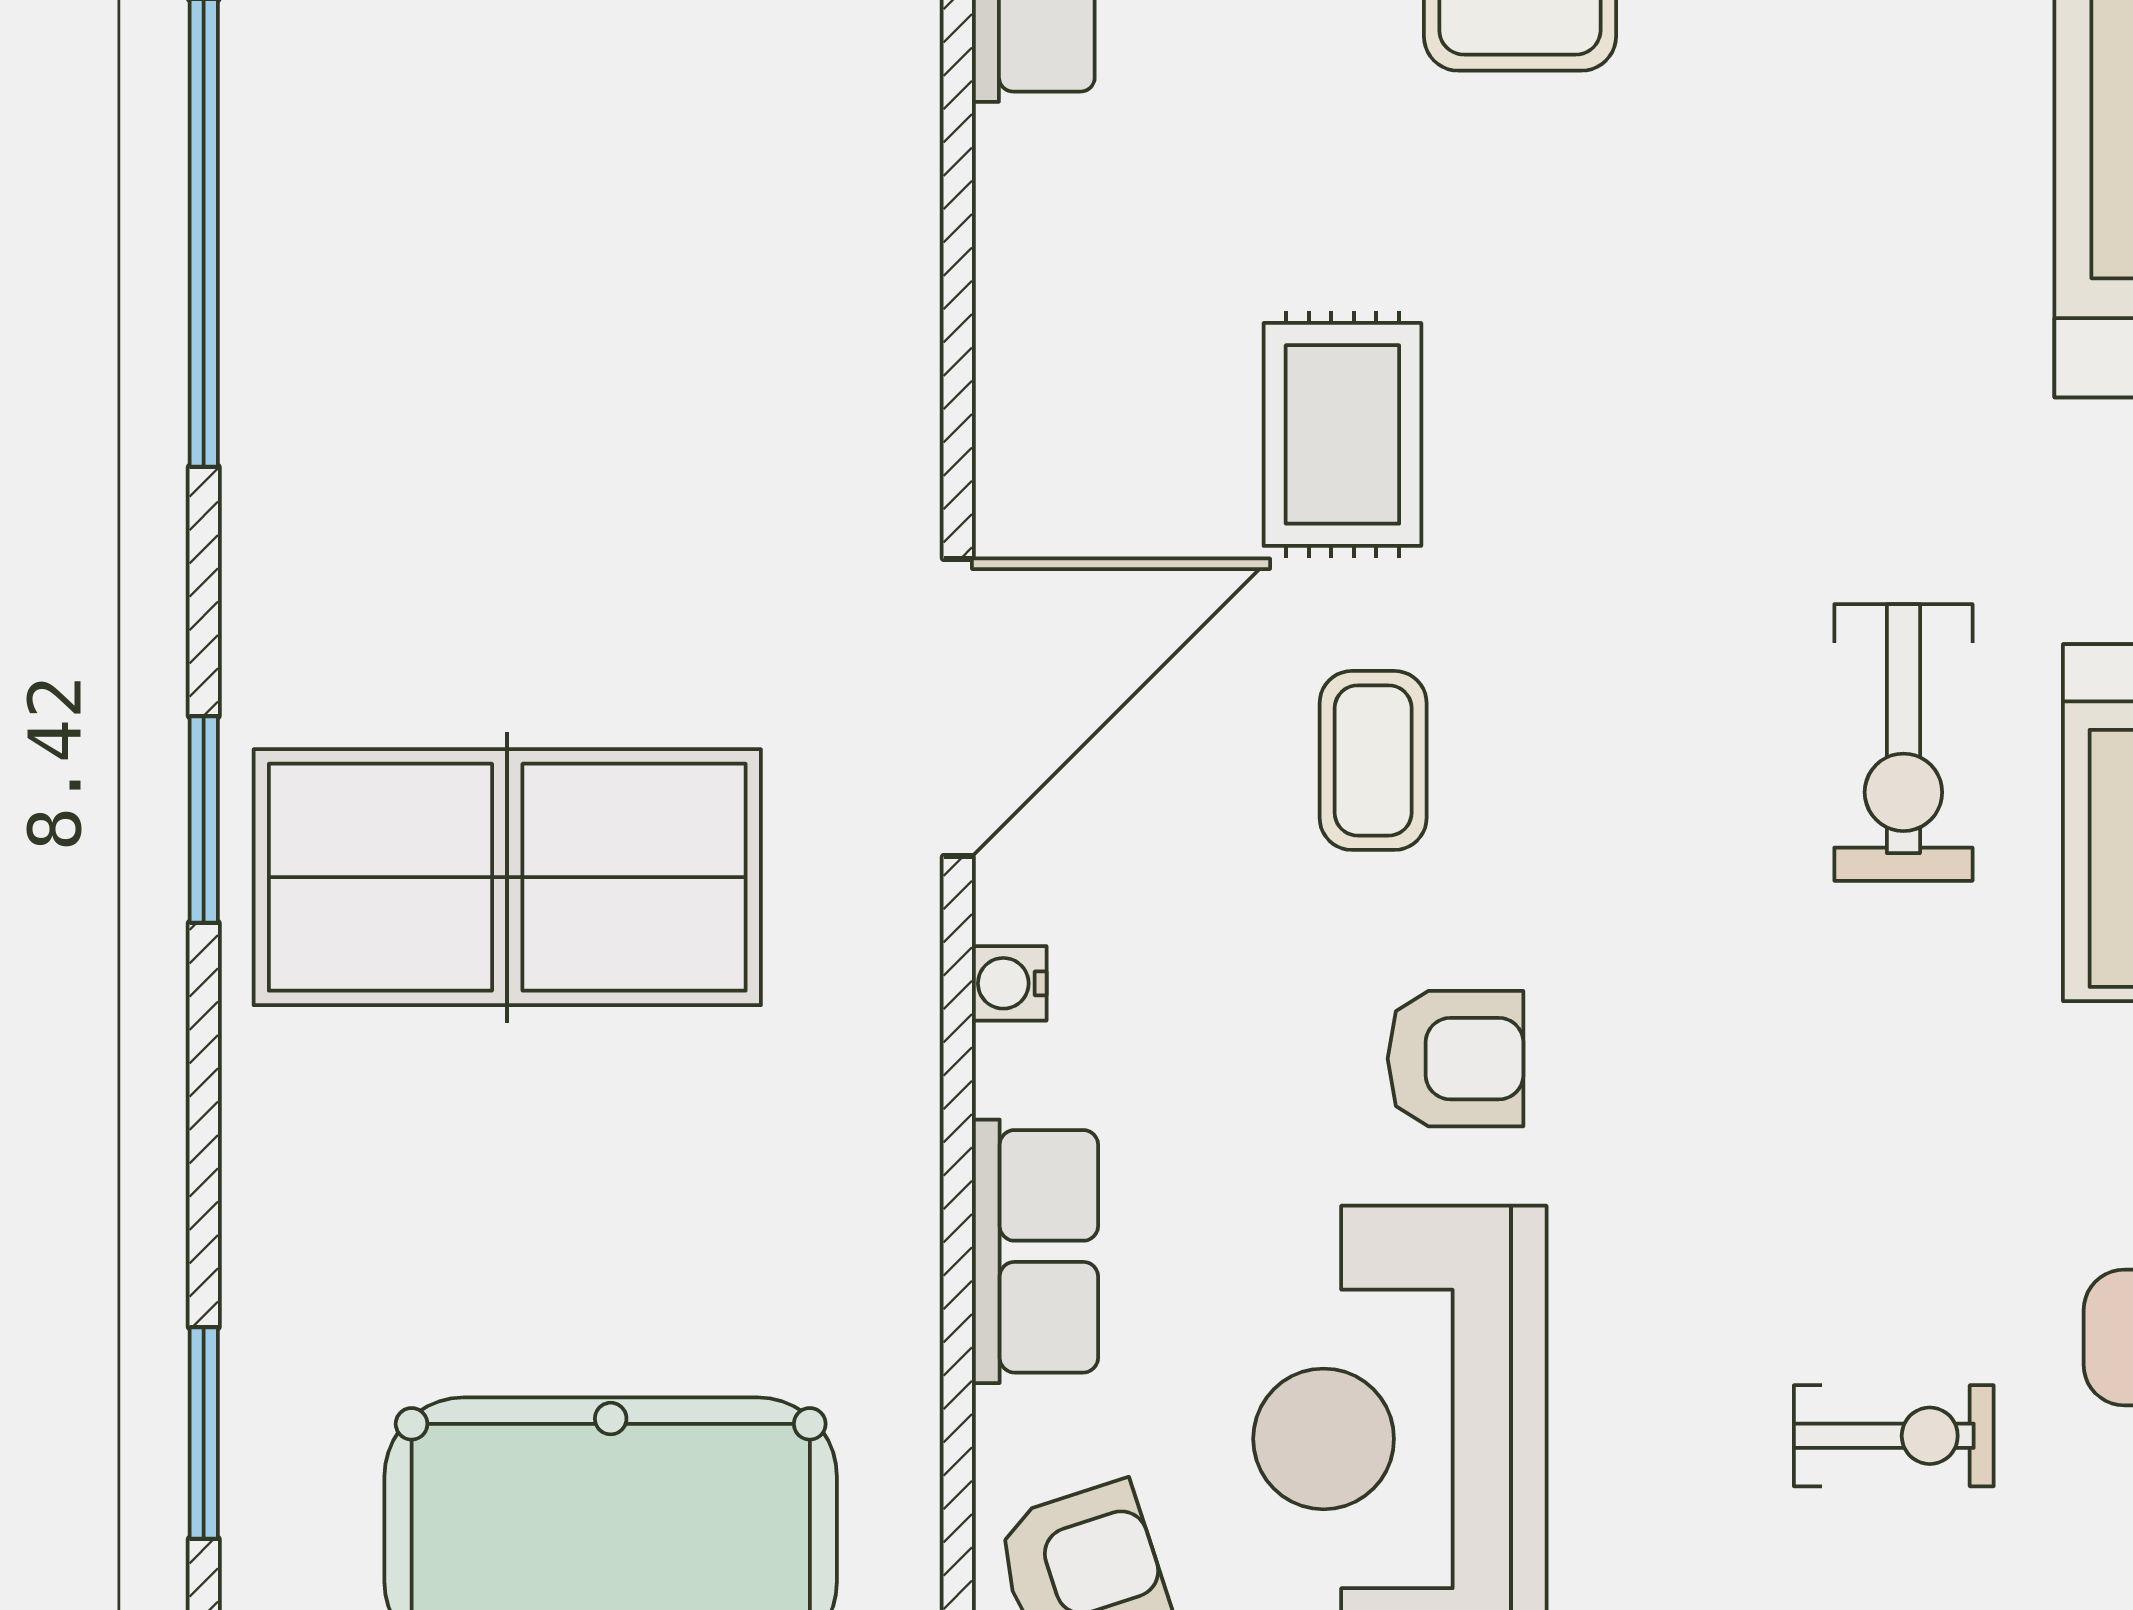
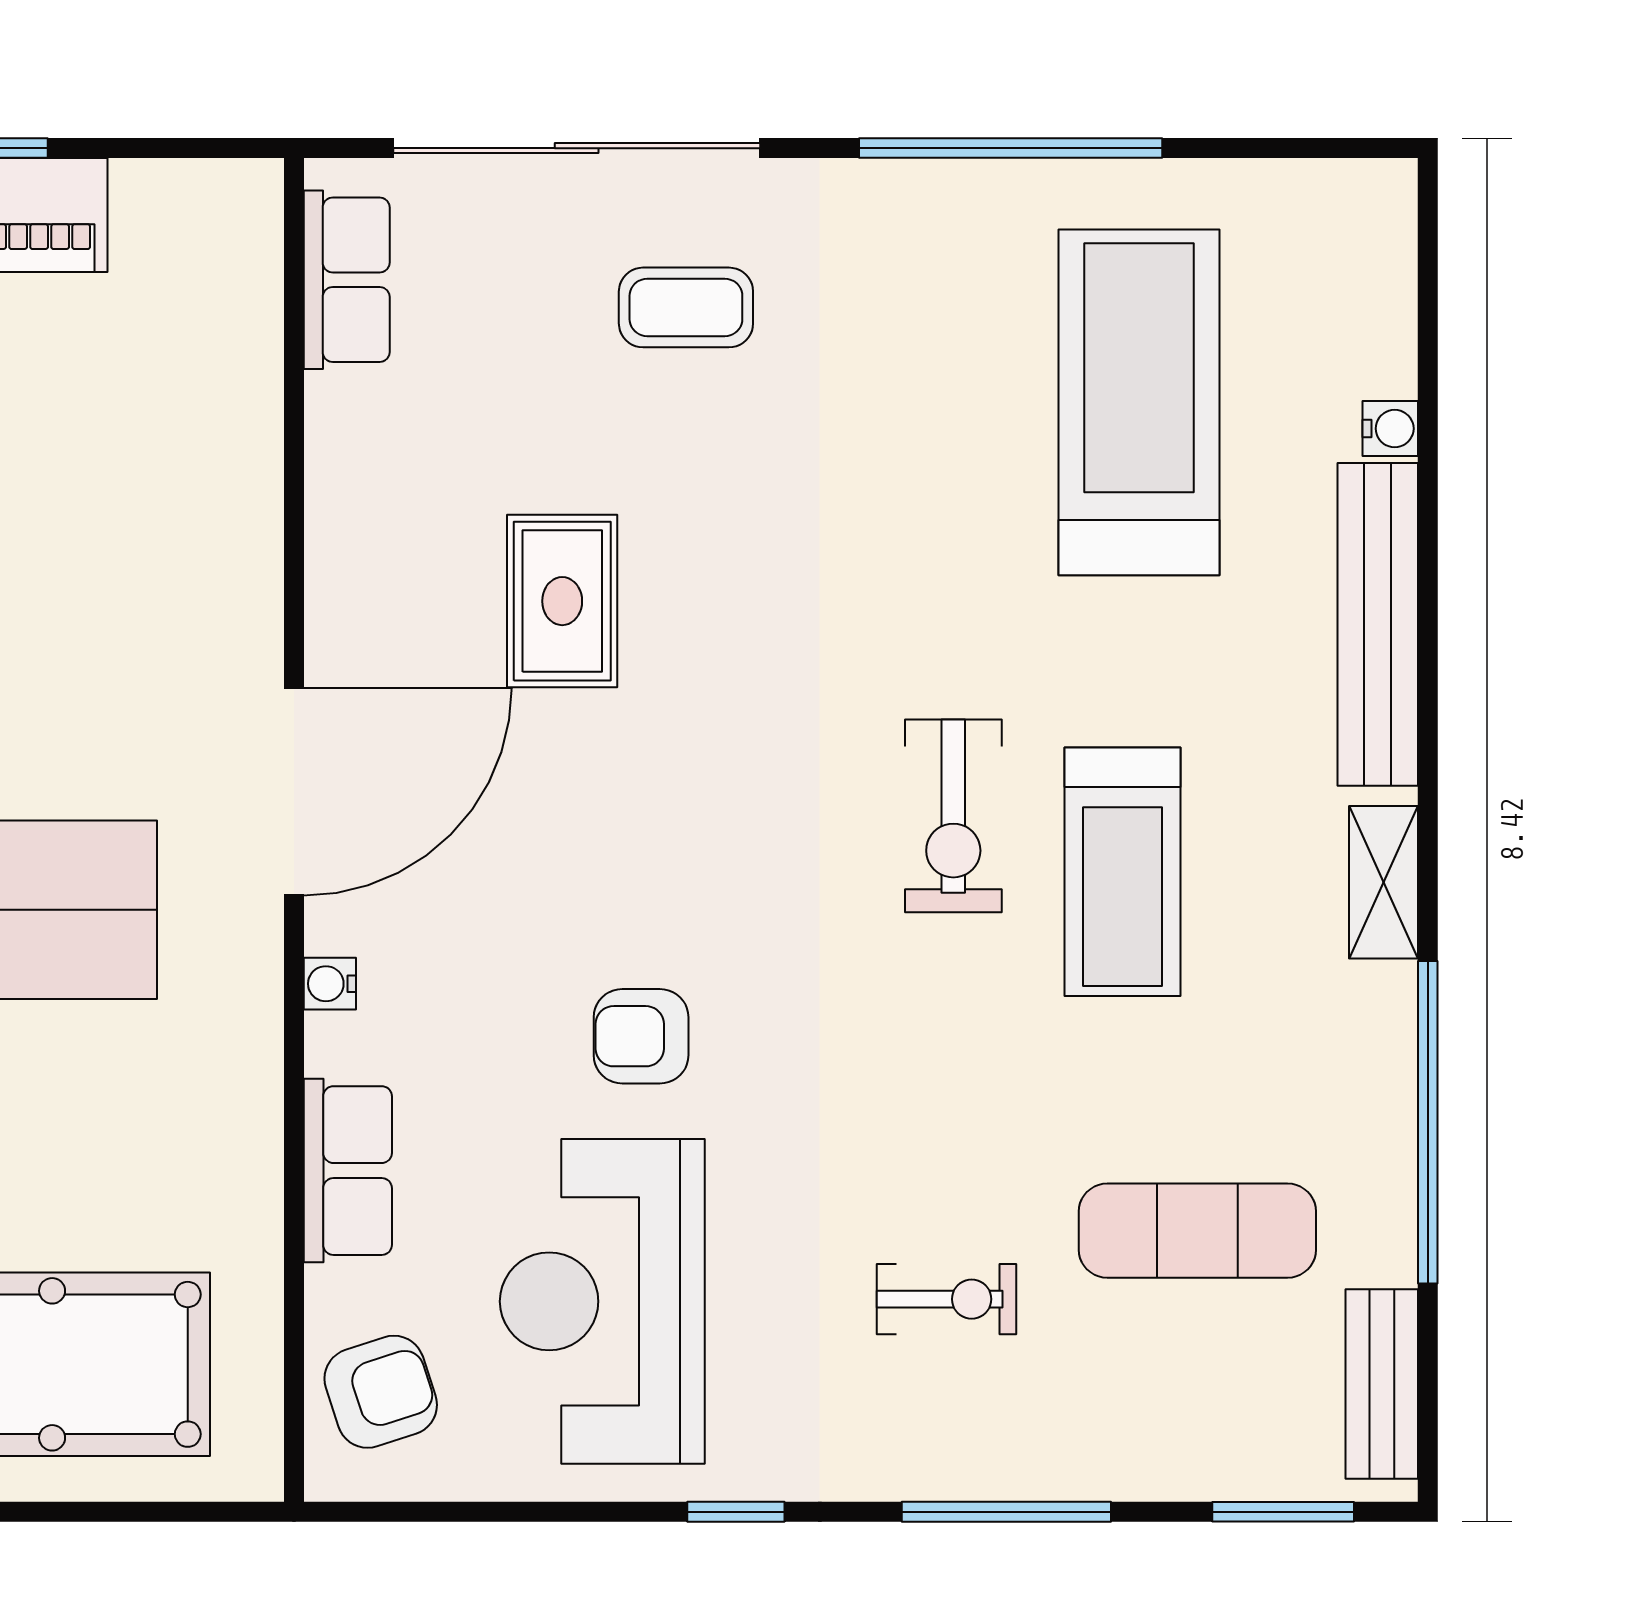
coffee table: (1373, 760) -> (584, 828), removed
armchair: (1456, 1059) -> (641, 1036), turned 180

